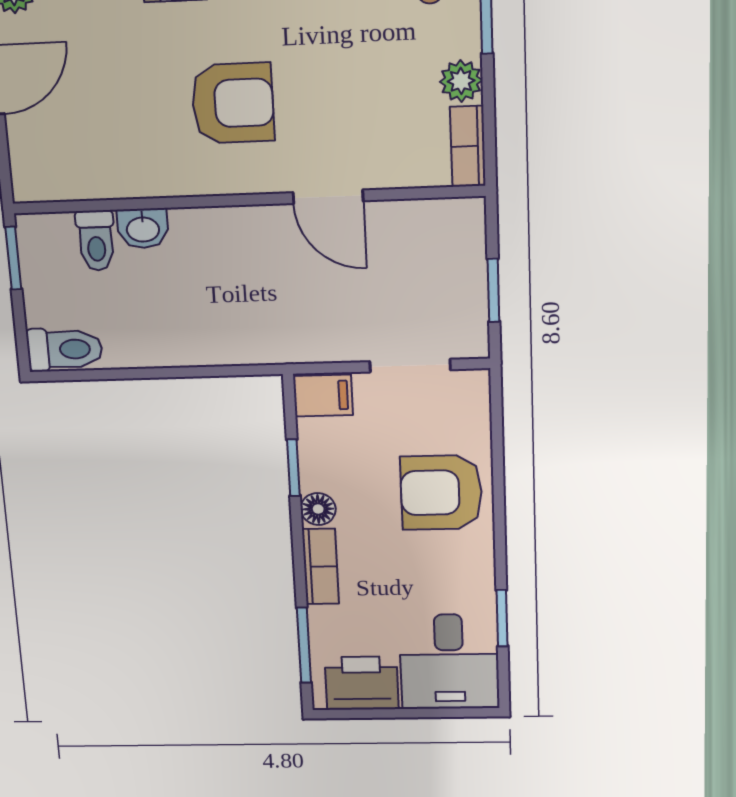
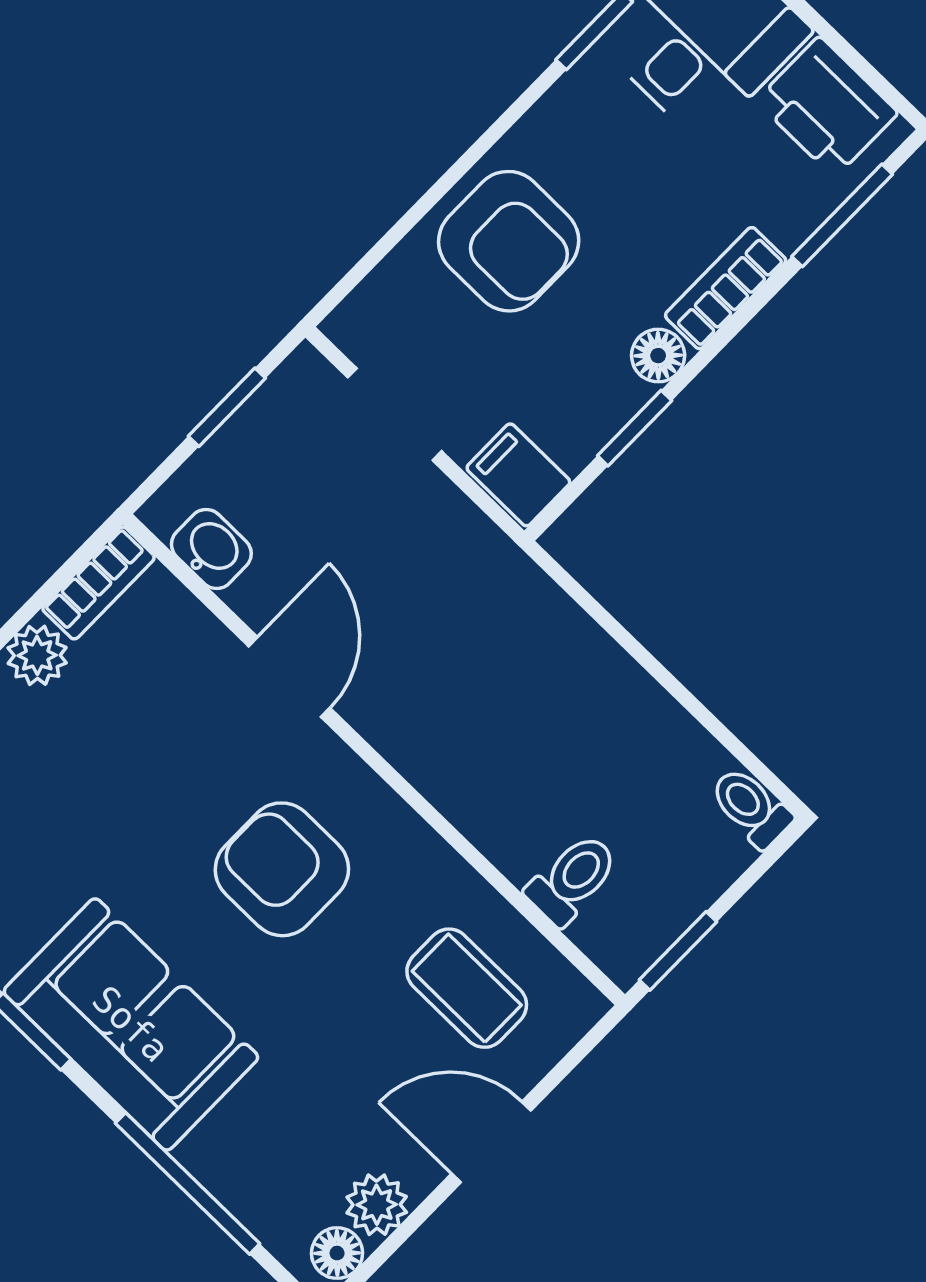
coffee table: (87, 139) -> (467, 988), added
washbasin: (143, 228) -> (211, 549), moved
toilet: (65, 349) -> (751, 807), width x0.73, depth x0.72

